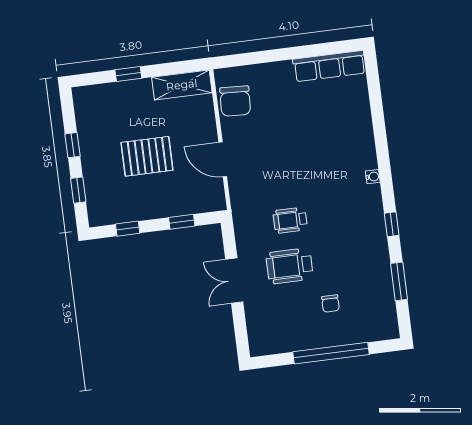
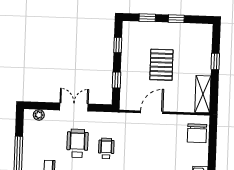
chair: (235, 101) -> (197, 133), moved, turned -93
plant: (255, 333) -> (39, 115), added

